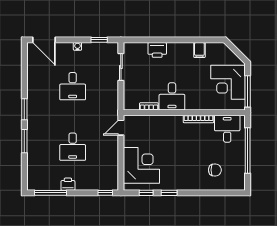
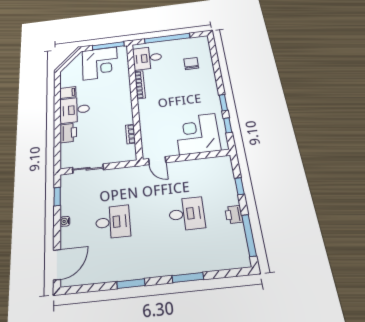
desk: (172, 96) -> (75, 110), moved, turned 180
window: (24, 109) -> (131, 284), moved
window: (105, 193) -> (240, 186), moved

